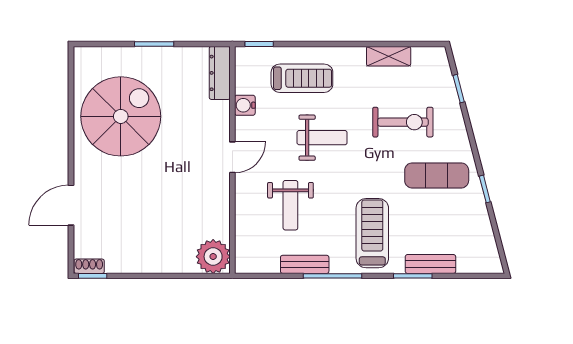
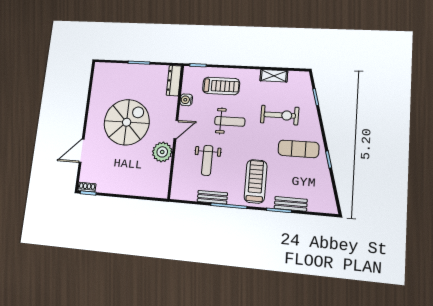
spiral stairs: (121, 116) -> (127, 122), moved
plant: (213, 257) -> (162, 152), moved

